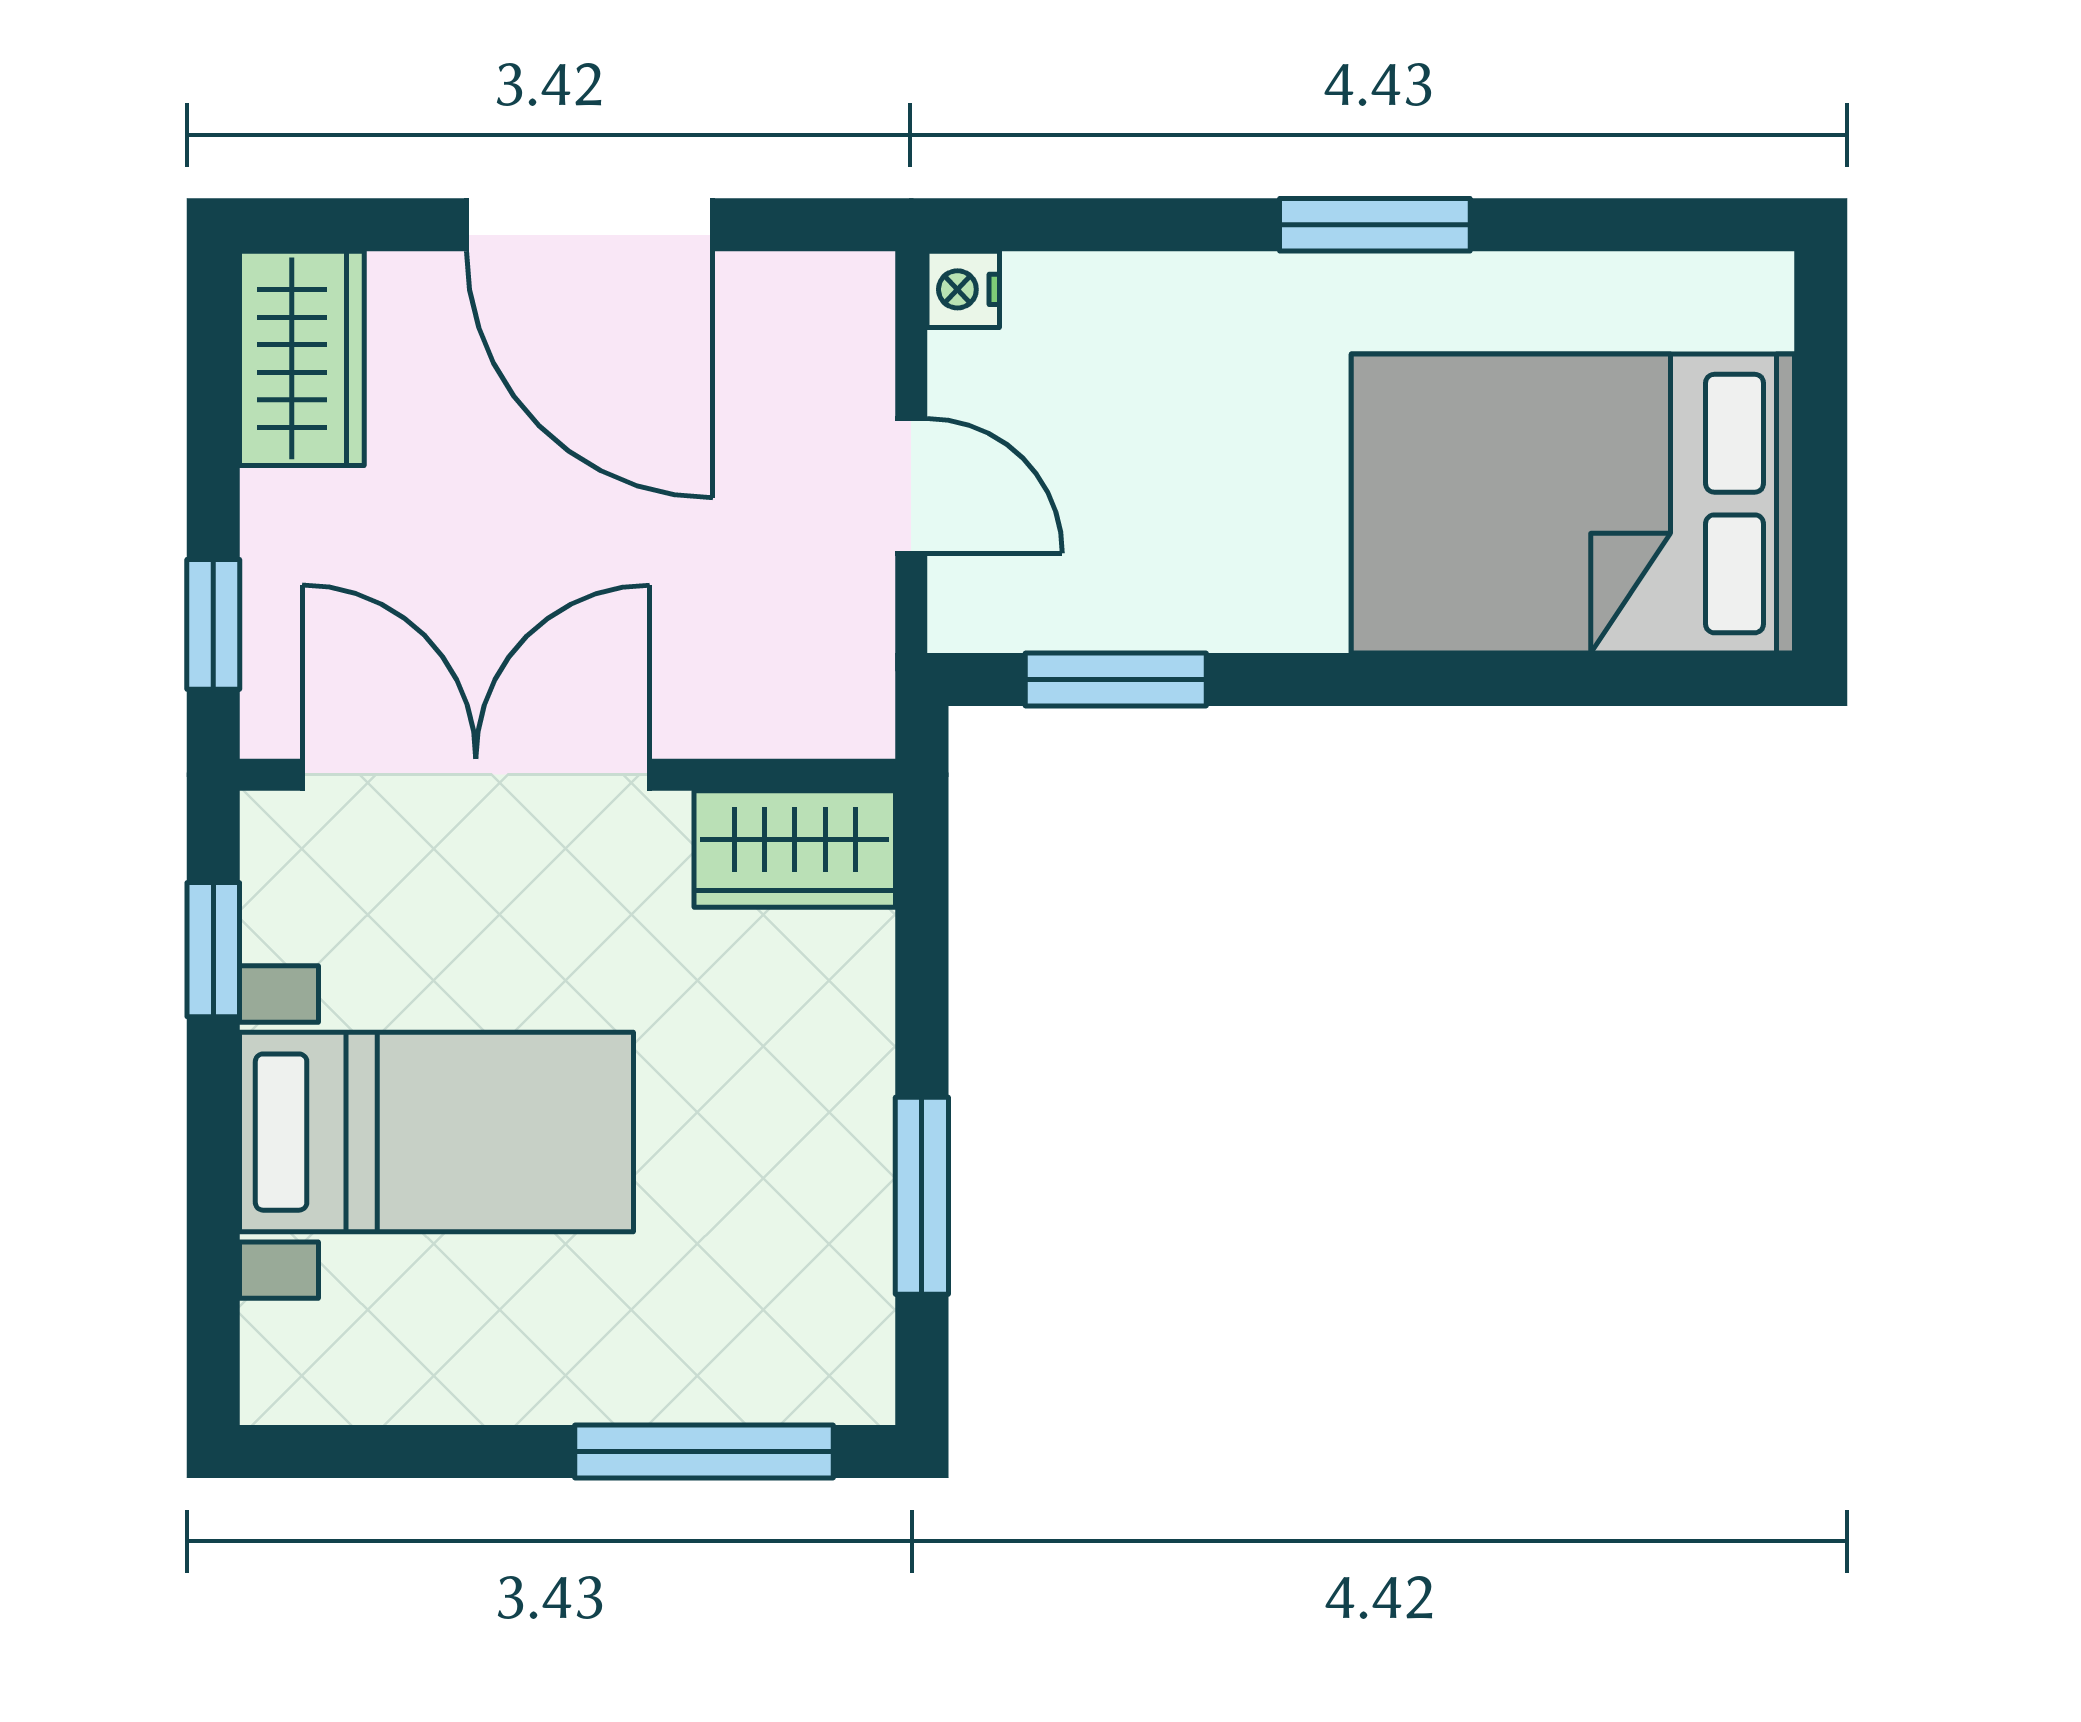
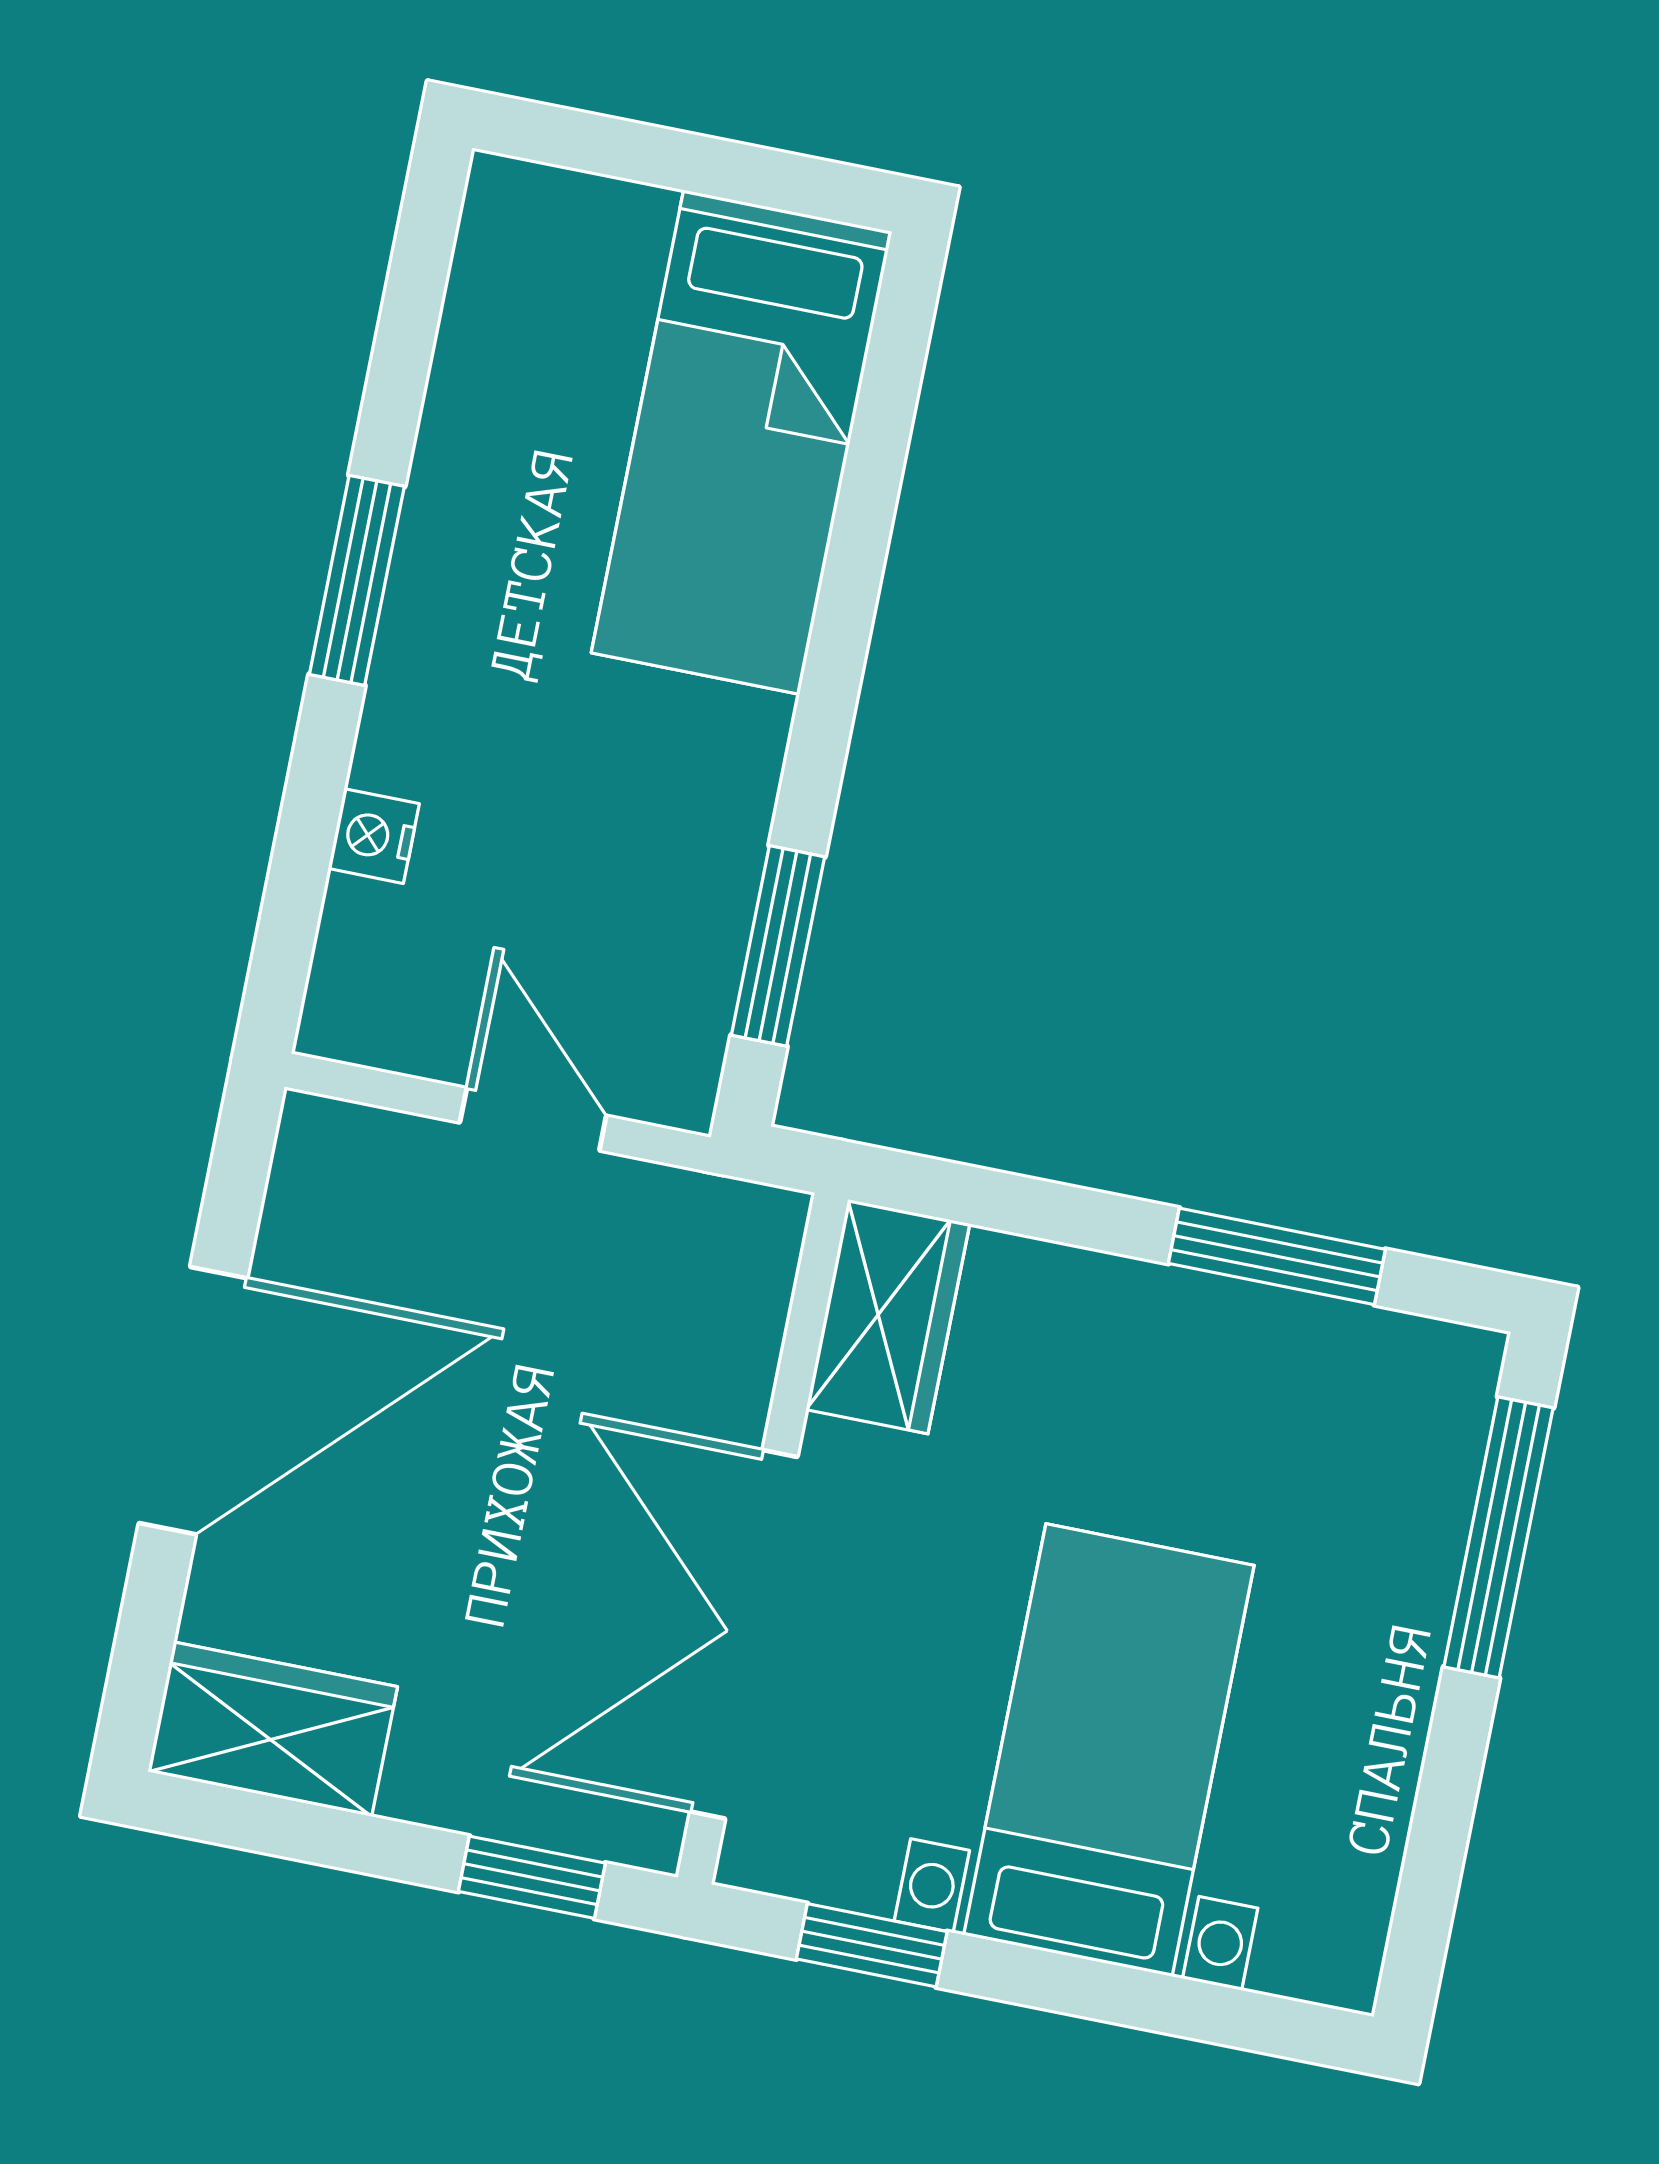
nightstand: (963, 289) -> (374, 836), moved, turned 90
door: (911, 486) -> (533, 1119), hinge flipped
bed: (1573, 504) -> (742, 442), width x0.67

